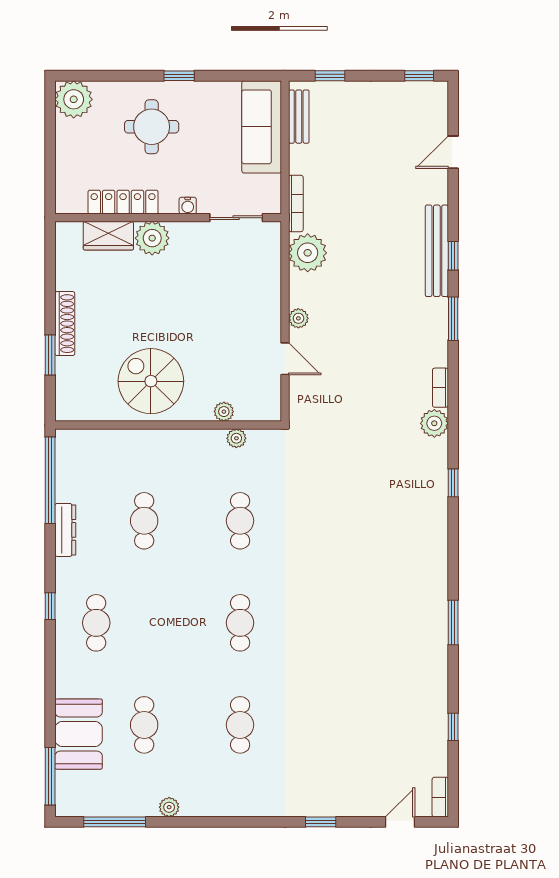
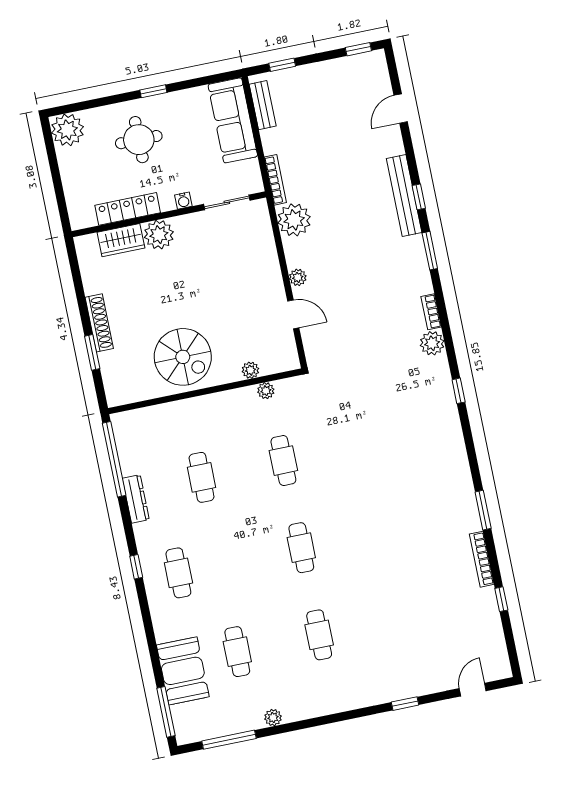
spiral stairs: (151, 381) -> (183, 357), turned 180
bookcase: (440, 797) -> (482, 559), moved, width x1.56

